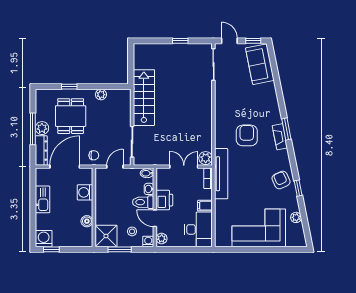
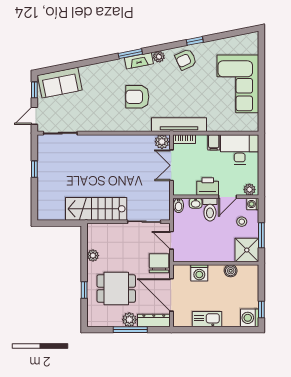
chair: (94, 155) -> (159, 263), width x1.87, depth x1.87
plant: (296, 217) -> (159, 57), moved

